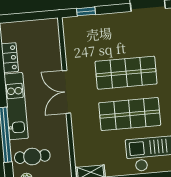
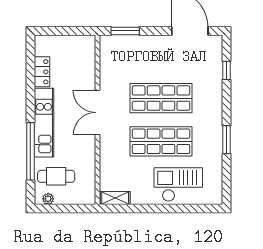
window: (86, 11) -> (125, 31), width x1.50

